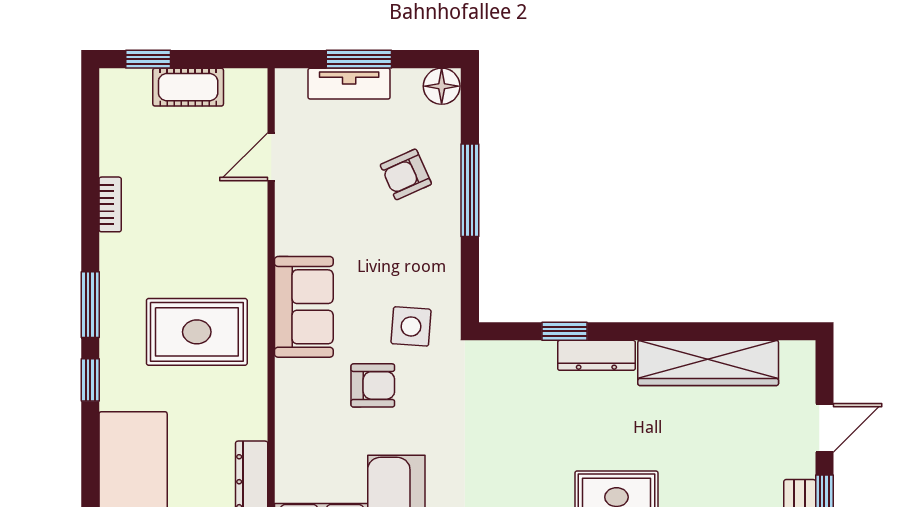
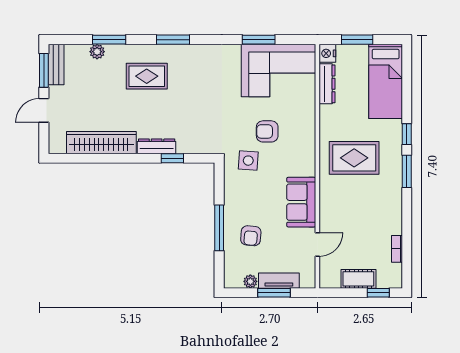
plant: (407, 82) -> (250, 281), added
floor lamp: (442, 86) -> (233, 279), removed
armchair: (406, 174) -> (251, 236), turned 119
bookcase: (110, 204) -> (397, 249), moved
sofa: (304, 307) -> (301, 202), moved

